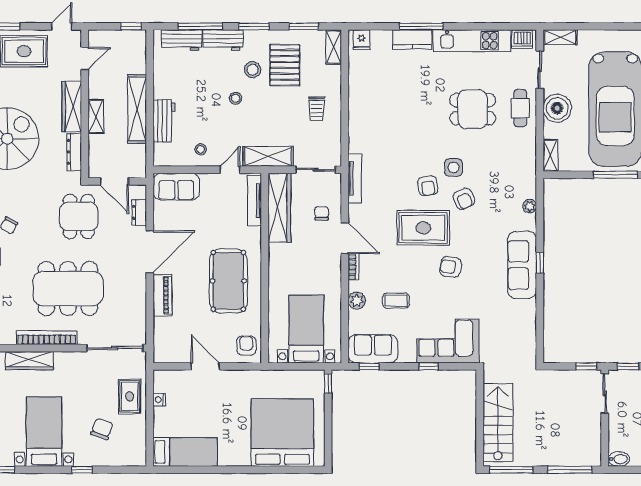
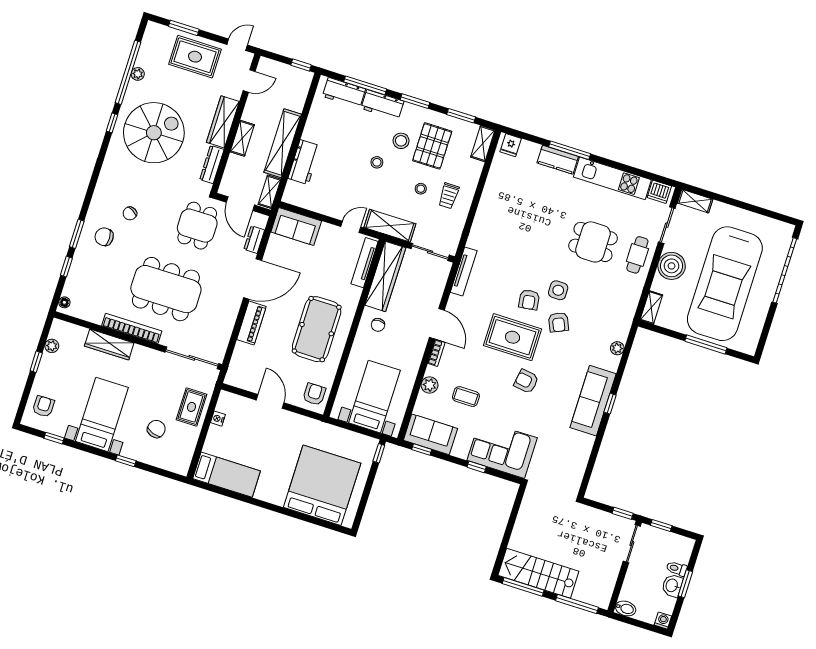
stool: (201, 149) -> (421, 189), moved
shelving: (139, 161) -> (269, 192), added
chair: (322, 213) -> (378, 325), moved, turned 180
stairs: (498, 423) -> (538, 573), moved, turned -90

